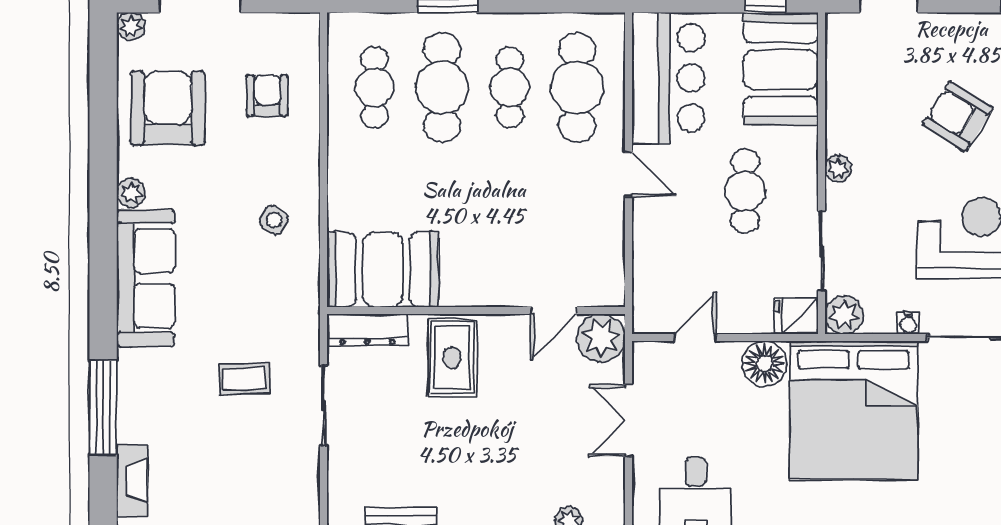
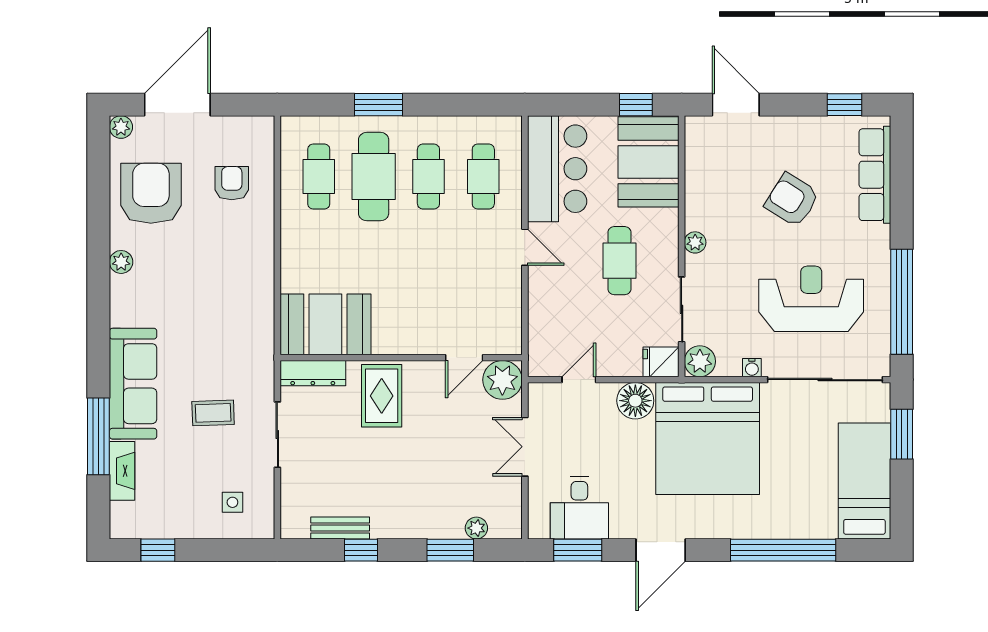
cafe table: (577, 87) -> (483, 177), width x0.73, depth x0.74
side table: (274, 220) -> (232, 502), moved, turned -33
sofa: (146, 278) -> (133, 384), moved
fireplace: (132, 481) -> (122, 471), moved

